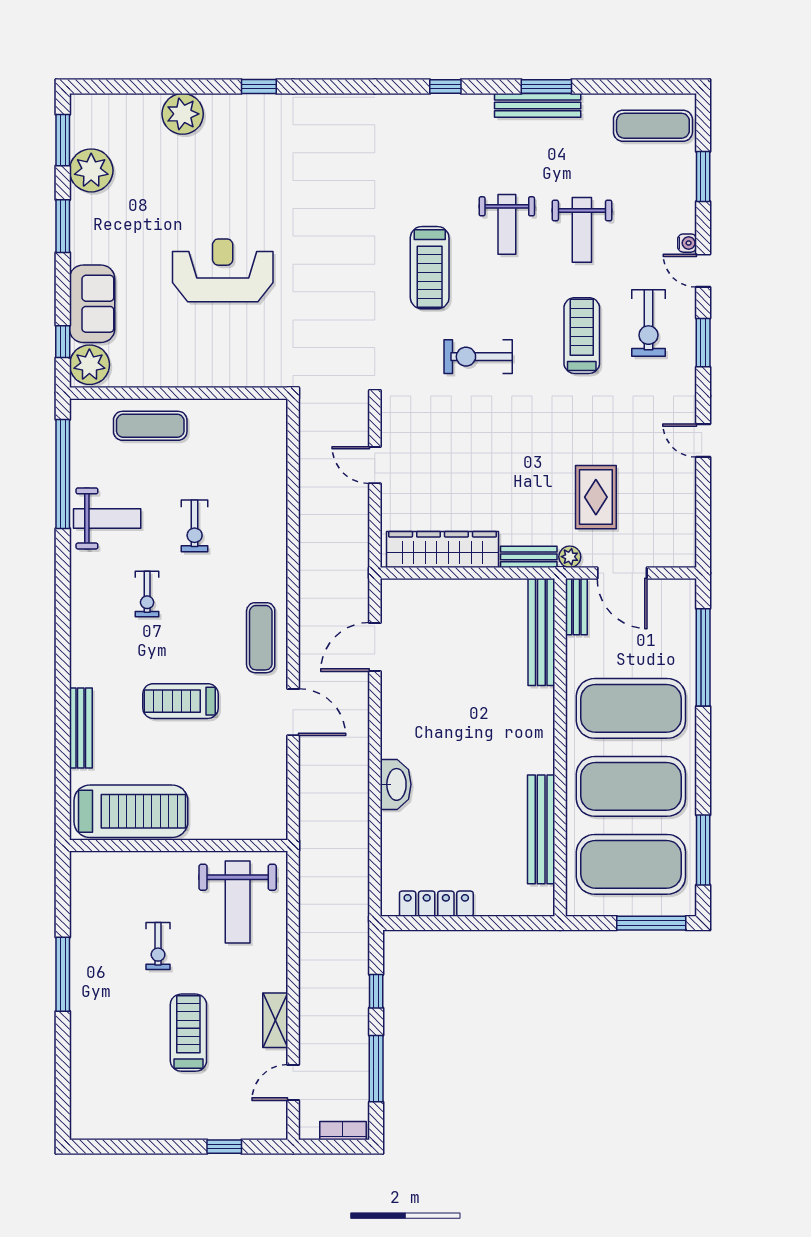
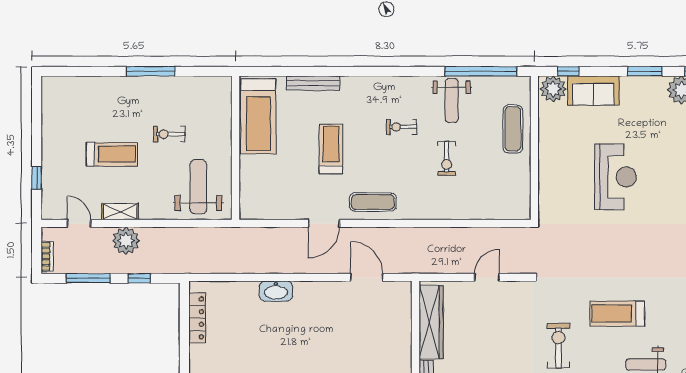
exercise bike: (195, 526) -> (447, 158), turned -90
weight bench: (238, 902) -> (198, 187), turned 90
plant: (319, 1012) -> (126, 241), added

